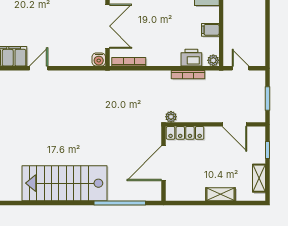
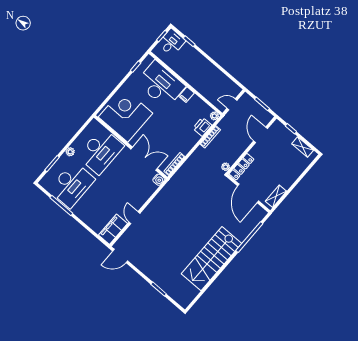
filing cabinet: (210, 30) -> (187, 95), moved
door: (234, 124) -> (261, 135), swing flipped
shelving: (220, 194) -> (276, 196), moved

